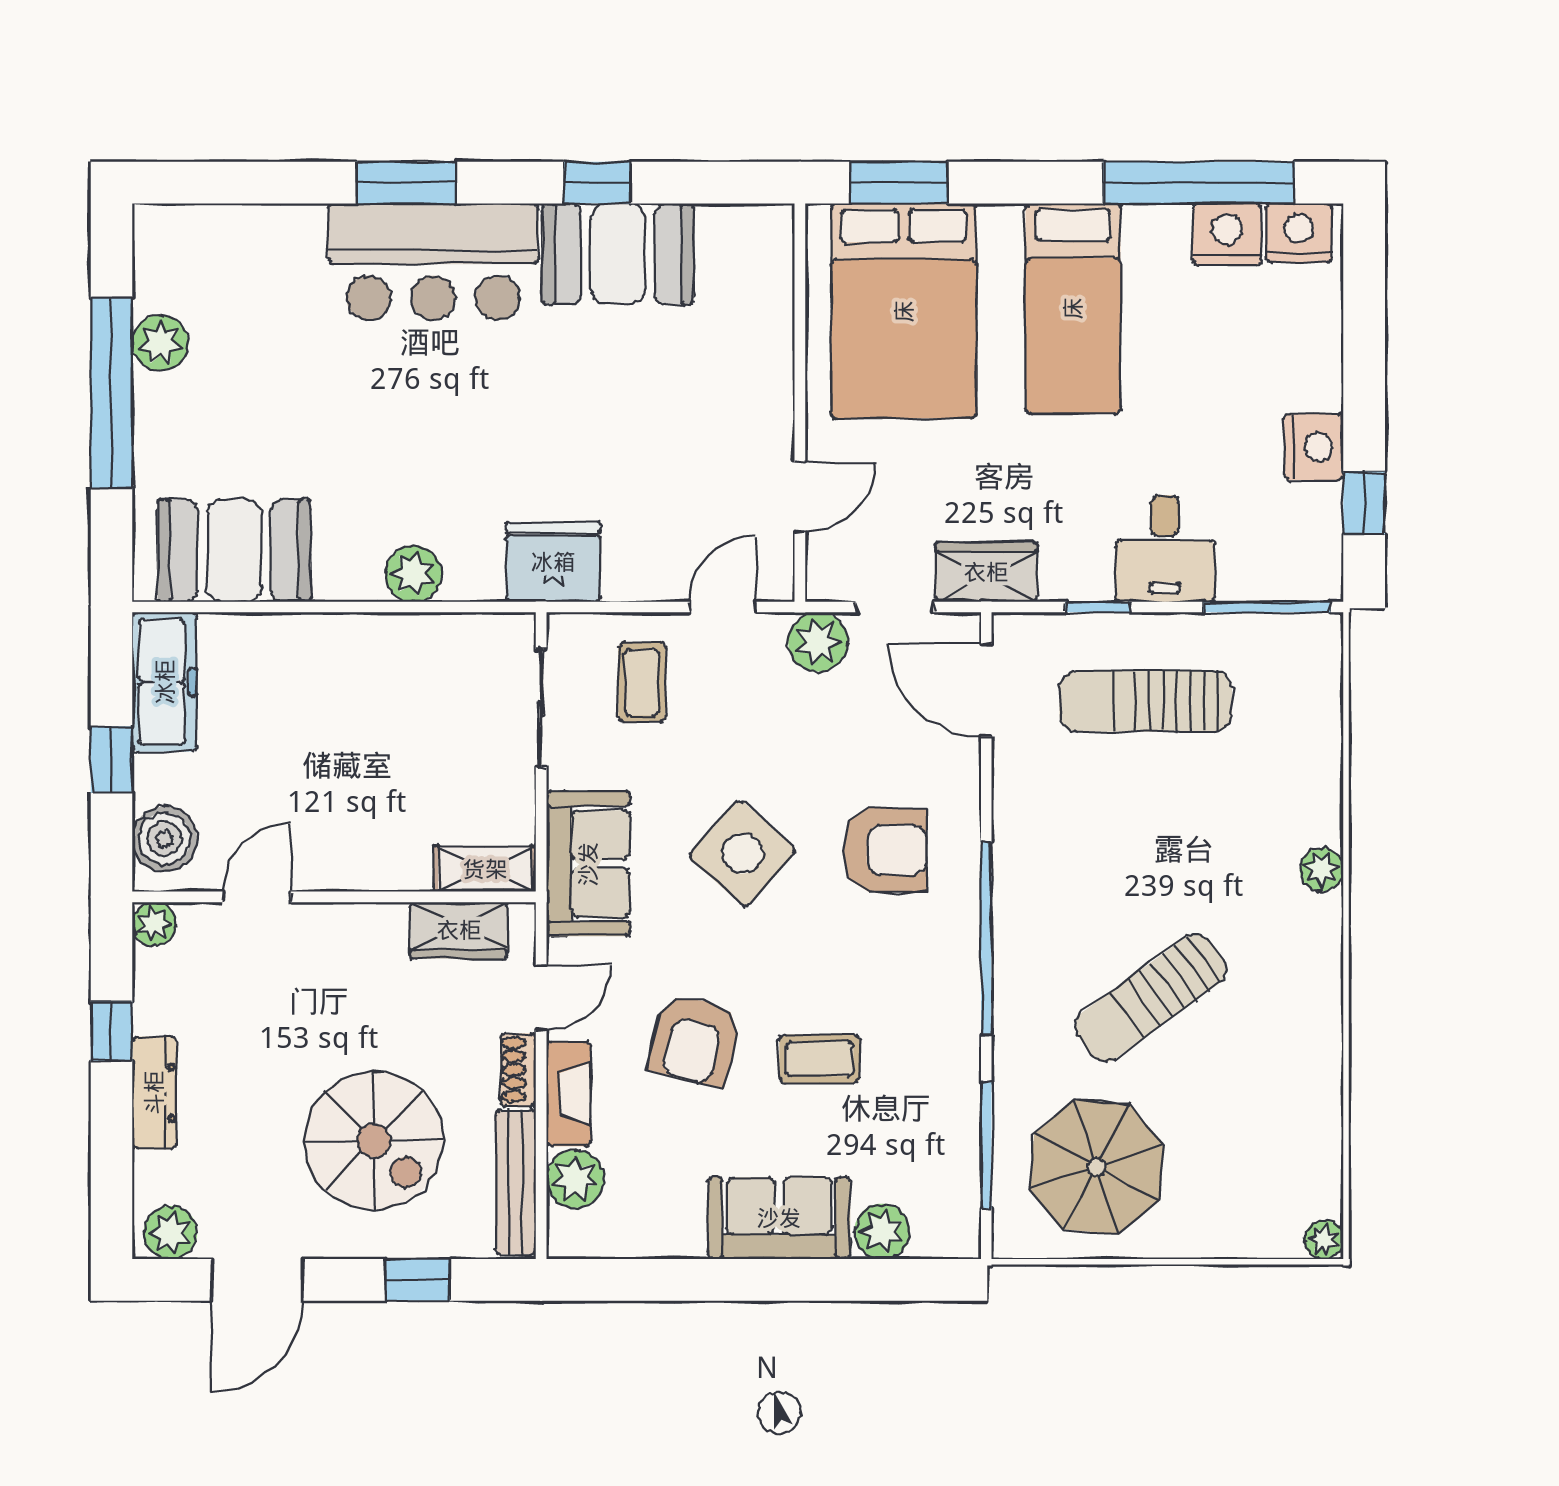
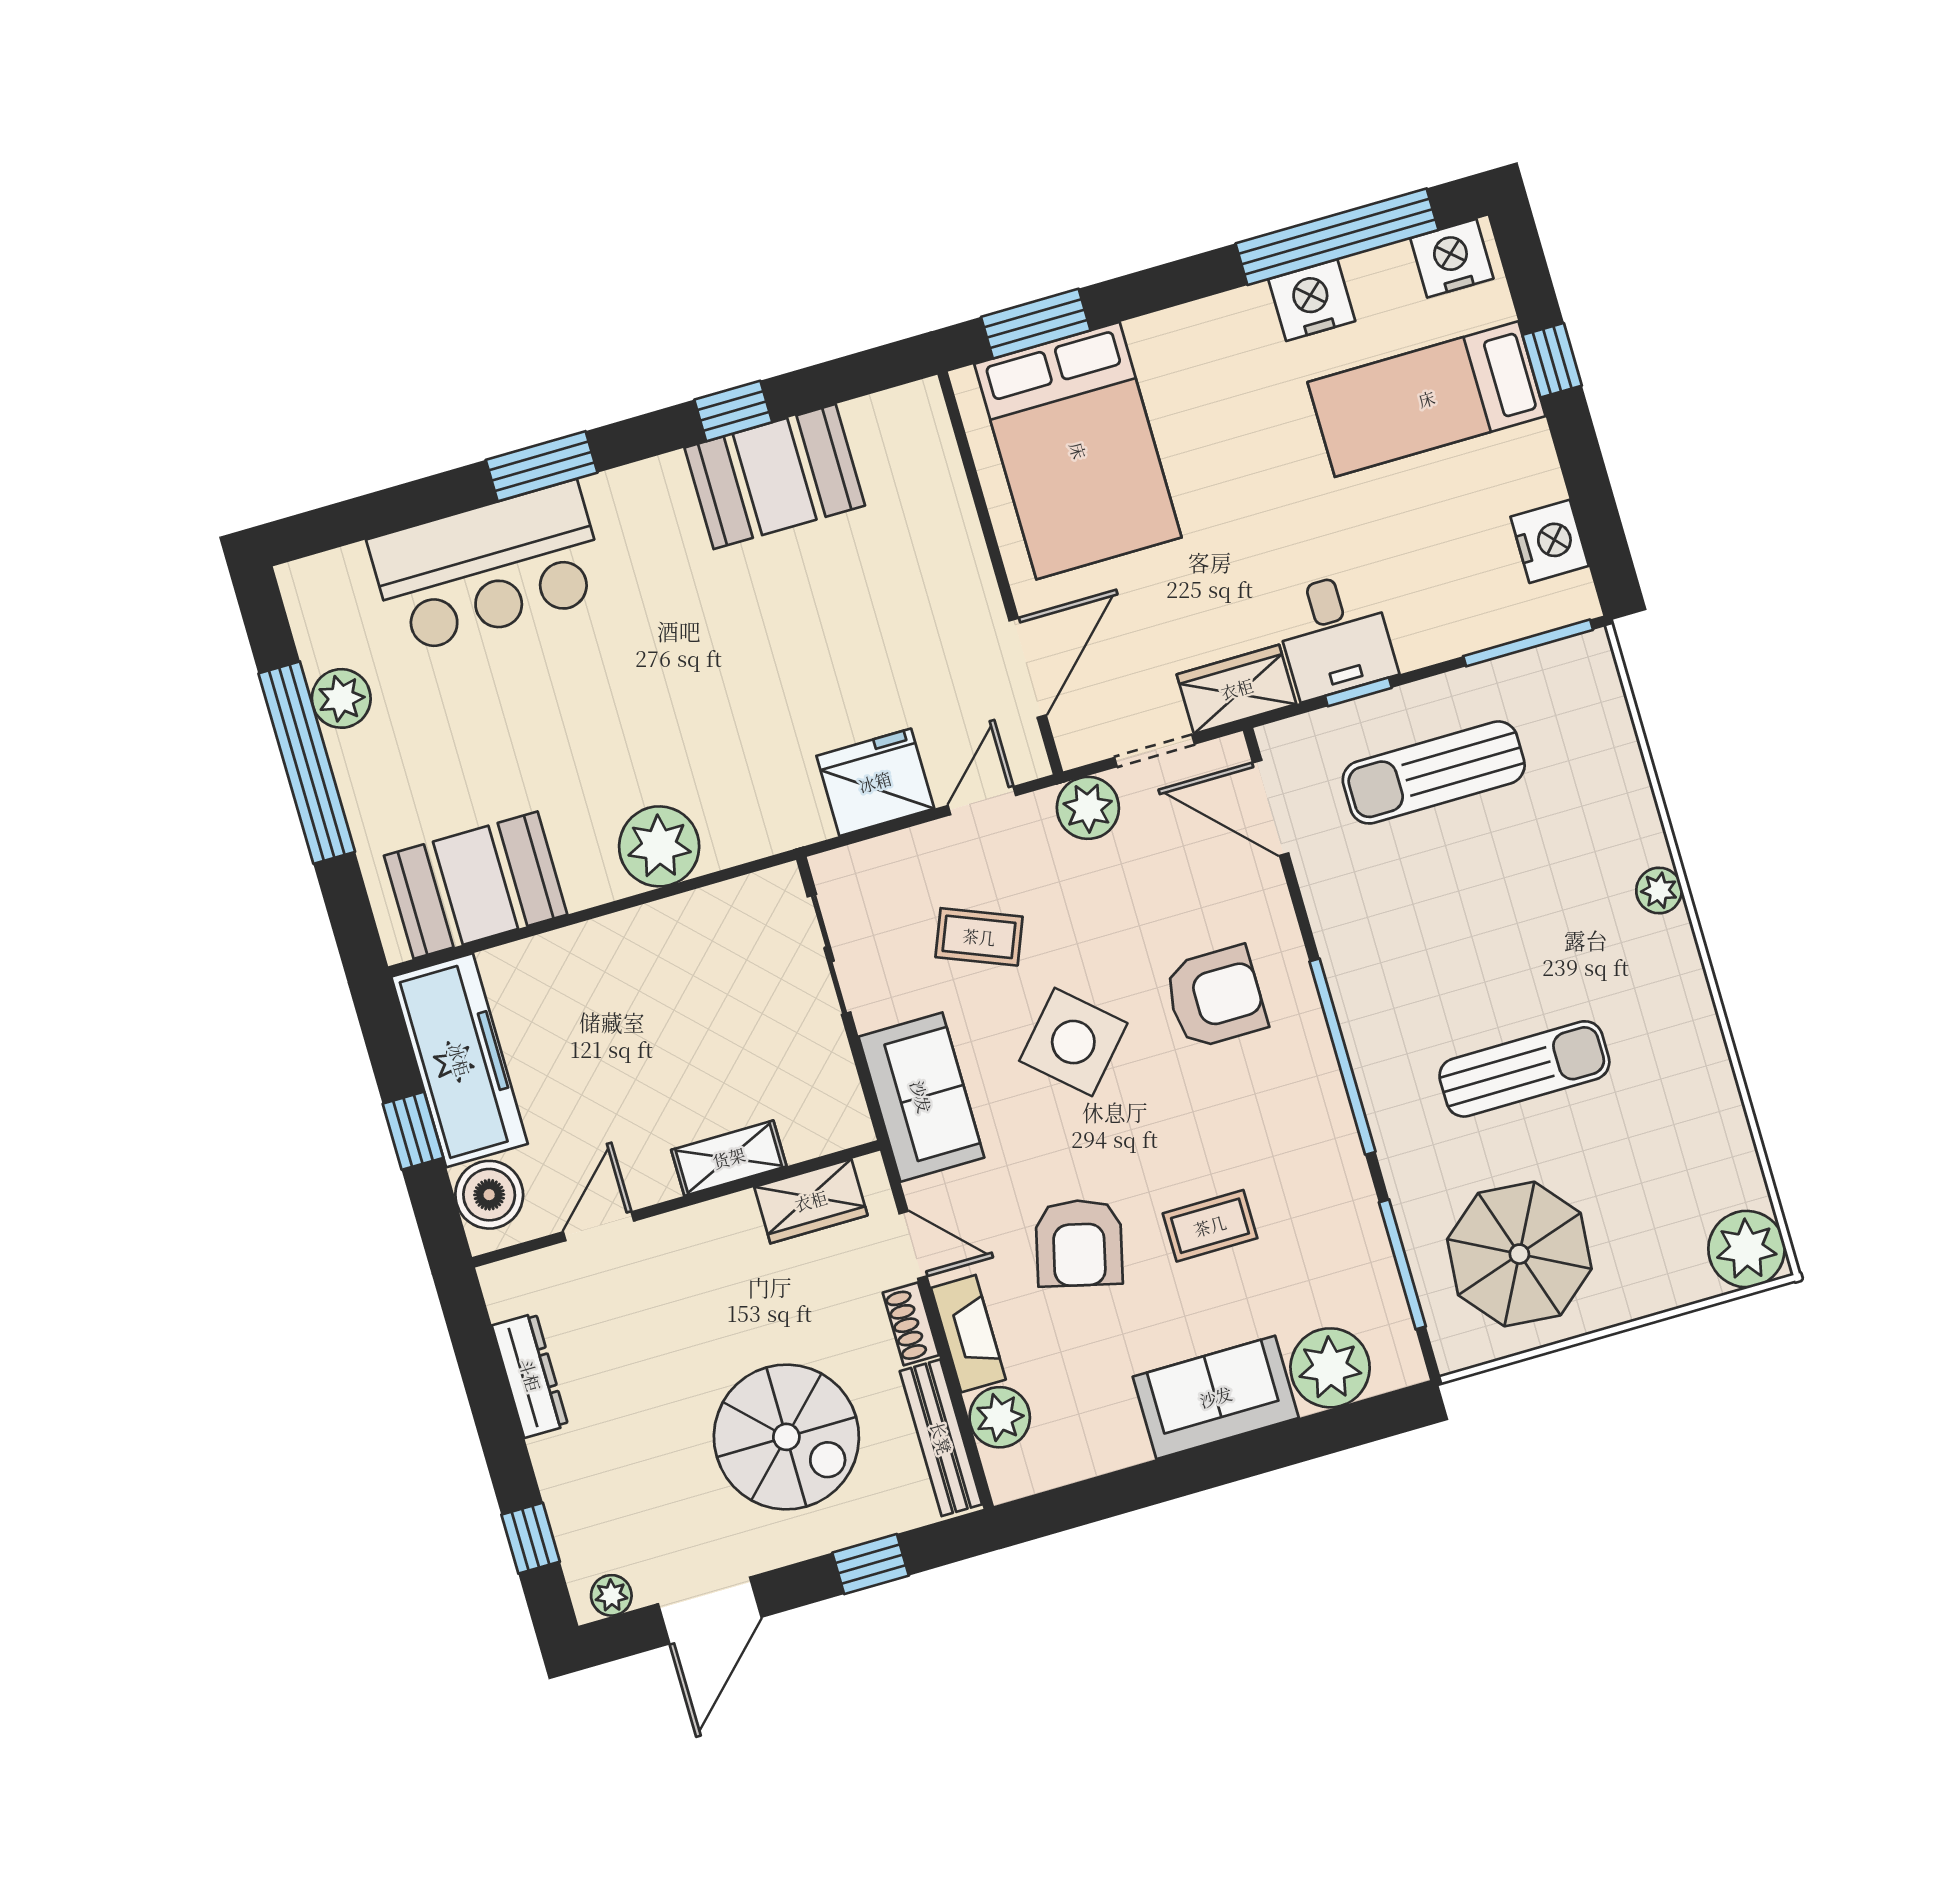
nightstand: (1227, 234) -> (1312, 300), moved
bar counter: (433, 262) -> (488, 568), moved
bed: (1073, 308) -> (1427, 399), moved, turned 90
nightstand: (1314, 447) -> (1550, 541), moved
door: (800, 497) -> (1028, 668), width x1.38
window: (1364, 503) -> (1552, 360), moved
desk: (1165, 549) -> (1335, 635), moved
fridge: (553, 562) -> (875, 782), moved
plant: (413, 574) -> (659, 846), width x1.36, depth x1.36
freezer: (165, 682) -> (459, 1060), width x1.36, depth x1.26
coffee table: (642, 682) -> (979, 937), moved, turned -68
shelving: (485, 869) -> (729, 1158), moved
plant: (154, 924) -> (503, 1283), removed
door: (541, 998) -> (913, 1245), hinge flipped
sun lounger: (1150, 998) -> (1524, 1069), turned -144
window: (111, 1031) -> (531, 1538), moved
dresser: (154, 1093) -> (530, 1375), moved
plant: (882, 1231) -> (1330, 1368), width x1.36, depth x1.36
plant: (171, 1233) -> (611, 1595), width x0.73, depth x0.73
plant: (1324, 1240) -> (1746, 1249), width x1.88, depth x1.88

